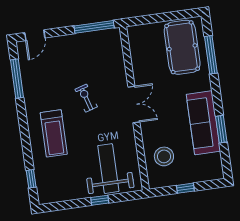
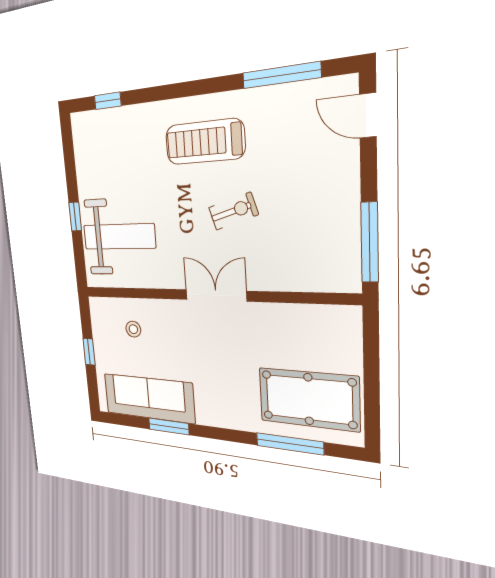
double door: (134, 105) -> (216, 295), swing flipped
sofa: (203, 123) -> (149, 398), moved
treadmill: (54, 133) -> (205, 142), moved
stool: (164, 156) -> (133, 329), width x0.53, depth x0.53

